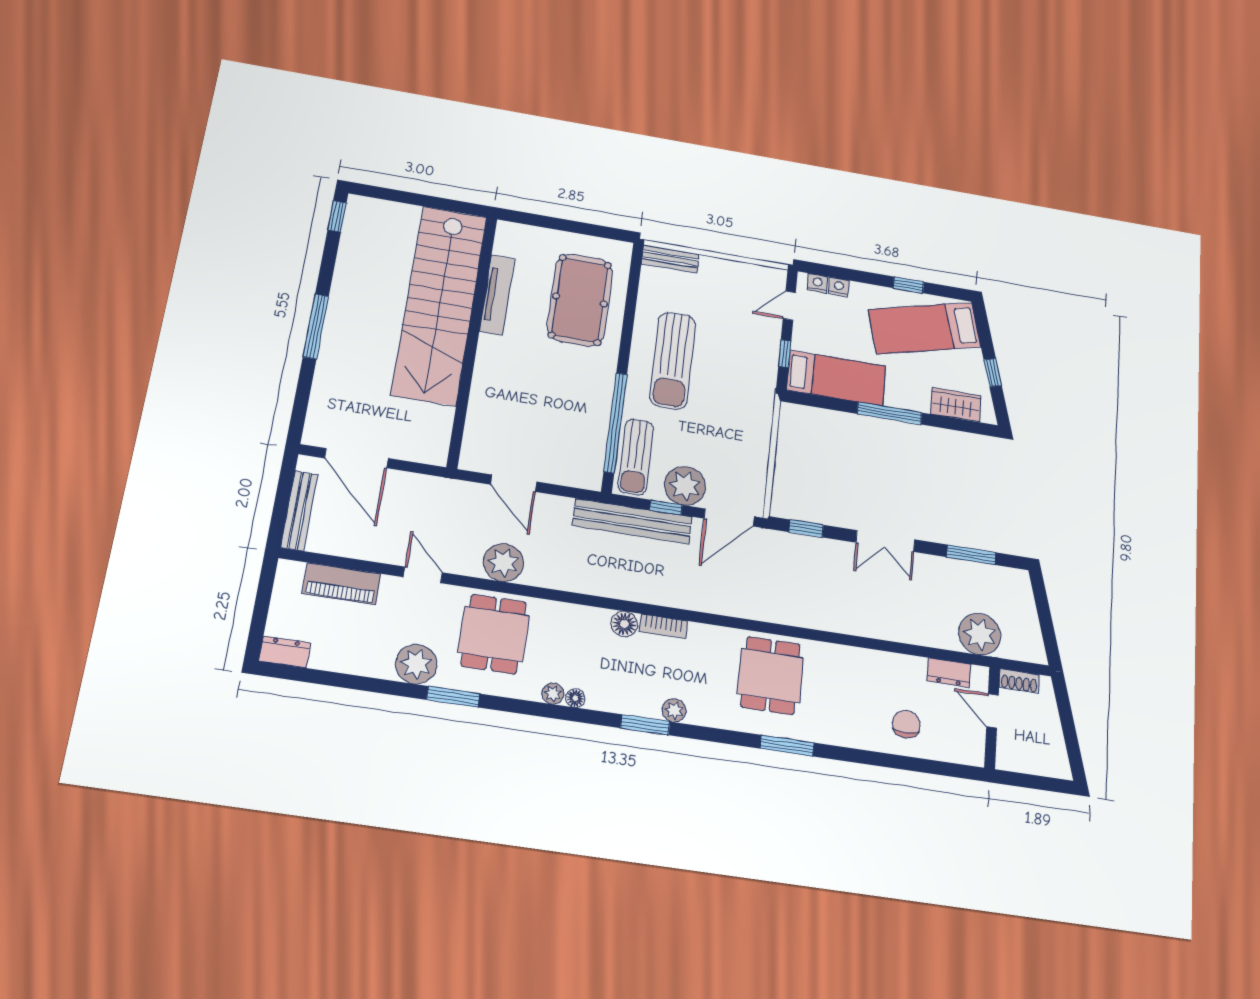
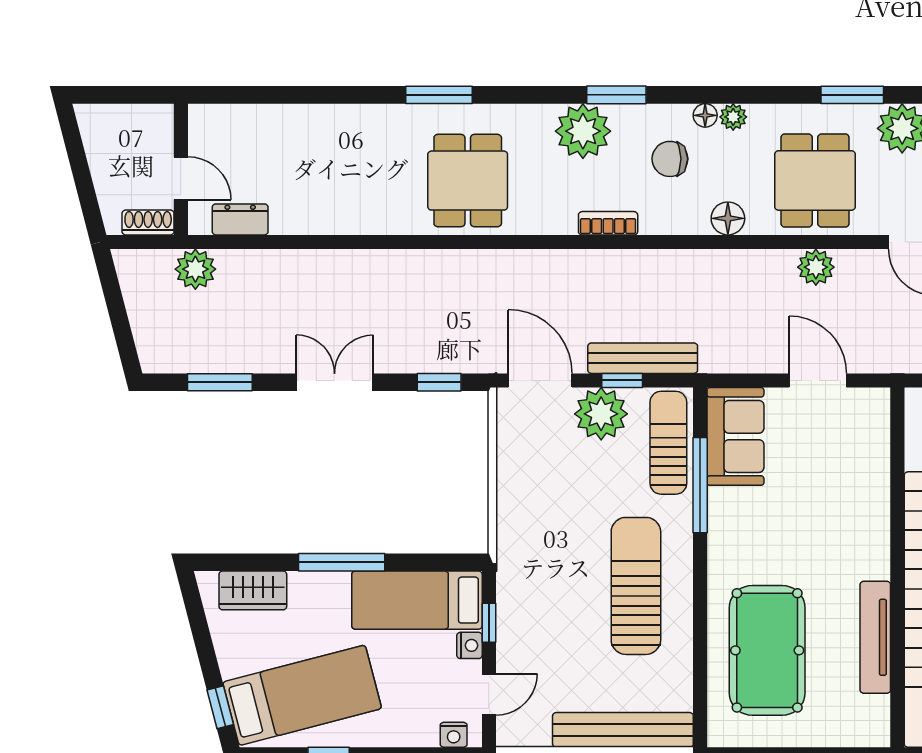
bench: (670, 259) -> (623, 730), width x1.86, depth x1.21
nightstand: (839, 287) -> (469, 645), moved, turned -90
window: (993, 373) -> (220, 707), moved
window: (615, 423) -> (700, 485), width x0.68
sofa: (584, 453) -> (735, 436), added
door: (729, 517) -> (540, 380), hinge flipped
bench: (632, 521) -> (643, 358), width x0.73, depth x0.82
plant: (504, 563) -> (816, 267), width x0.73, depth x0.73
floor lamp: (624, 624) -> (728, 218), moved
plant: (980, 634) -> (195, 269), width x0.73, depth x0.73
plant: (674, 710) -> (583, 131), width x1.88, depth x1.88
chair: (906, 724) -> (670, 159), moved, turned 90

